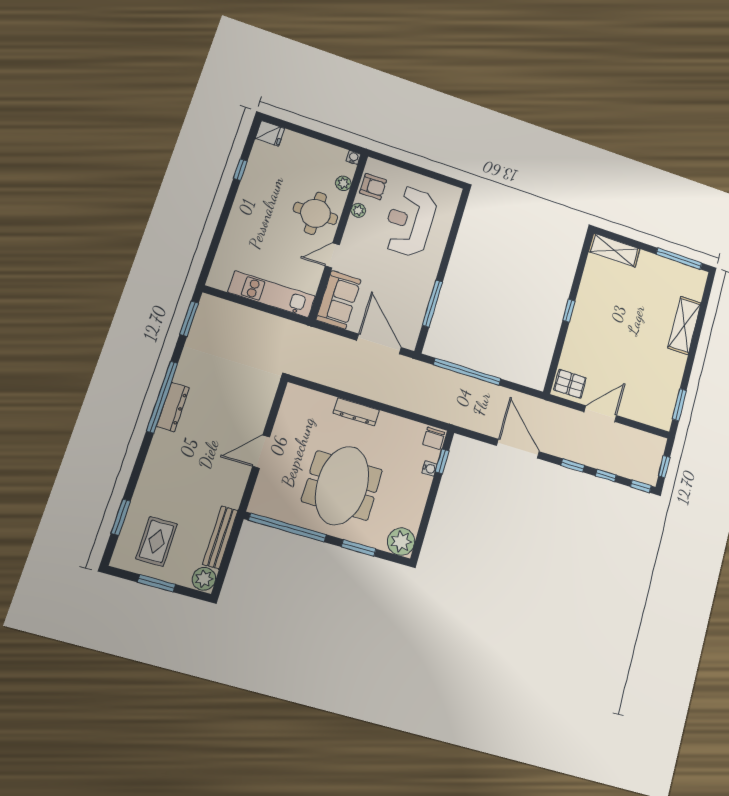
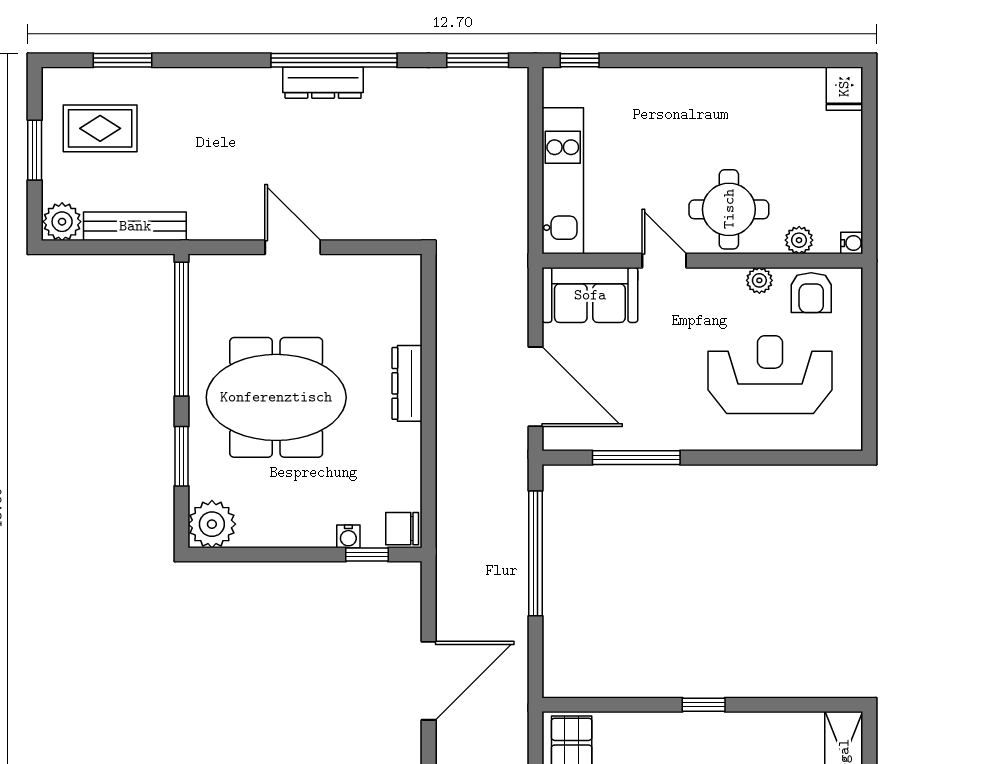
window: (240, 170) -> (580, 60), moved
door: (379, 344) -> (535, 387), hinge flipped

